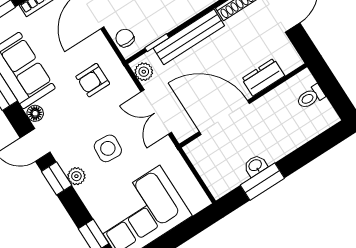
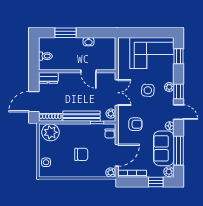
dresser: (263, 77) -> (48, 78), moved
door: (224, 117) -> (89, 71), width x0.53
window: (262, 182) -> (65, 33), moved

